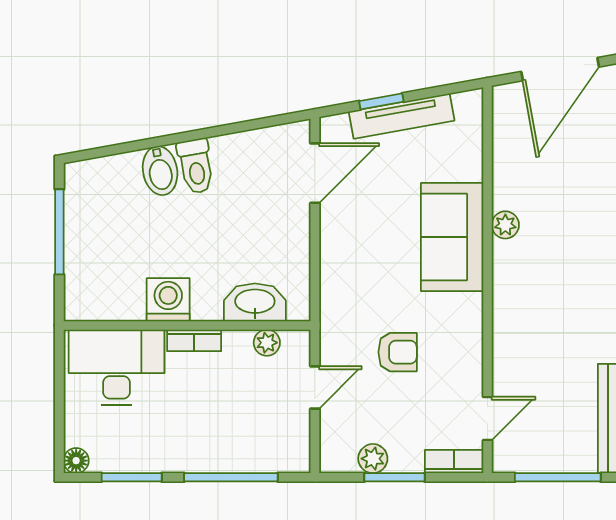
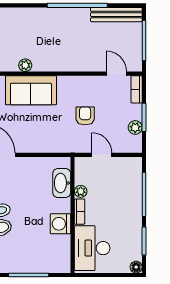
plant: (267, 343) -> (81, 191), moved

